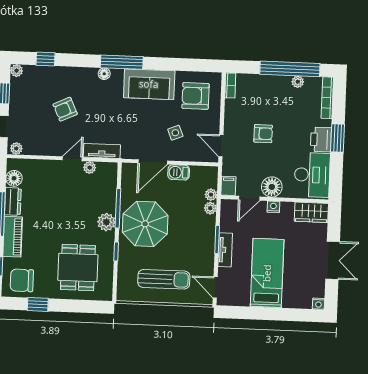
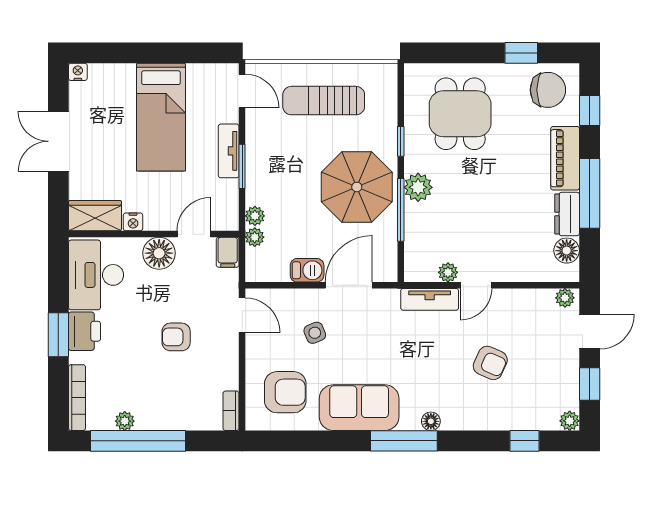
armchair: (65, 109) -> (490, 363), turned 49
nightstand: (273, 207) -> (133, 222), moved

